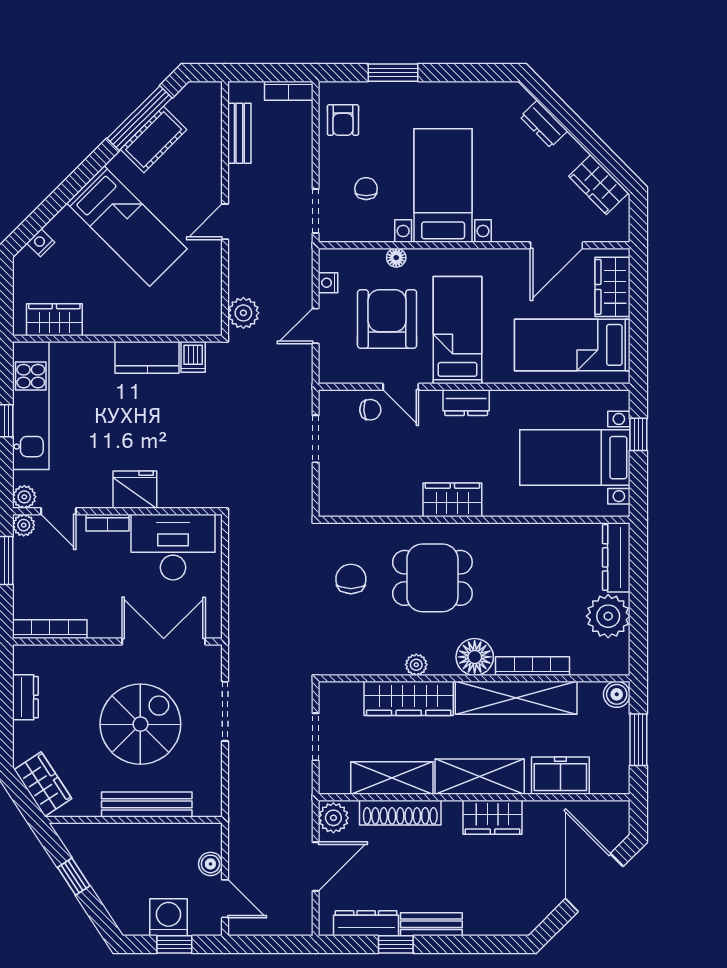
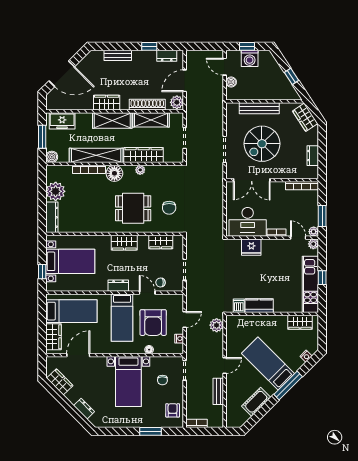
window: (139, 118) -> (288, 386), moved
bench: (239, 133) -> (218, 391), moved
fridge: (135, 490) -> (251, 247), moved
wardrobe: (370, 501) -> (161, 242), added
freezer: (560, 776) -> (62, 121), moved
door: (594, 883) -> (62, 74), hinge flipped
dresser: (366, 923) -> (167, 56), width x0.70
bench: (431, 924) -> (118, 55), moved

